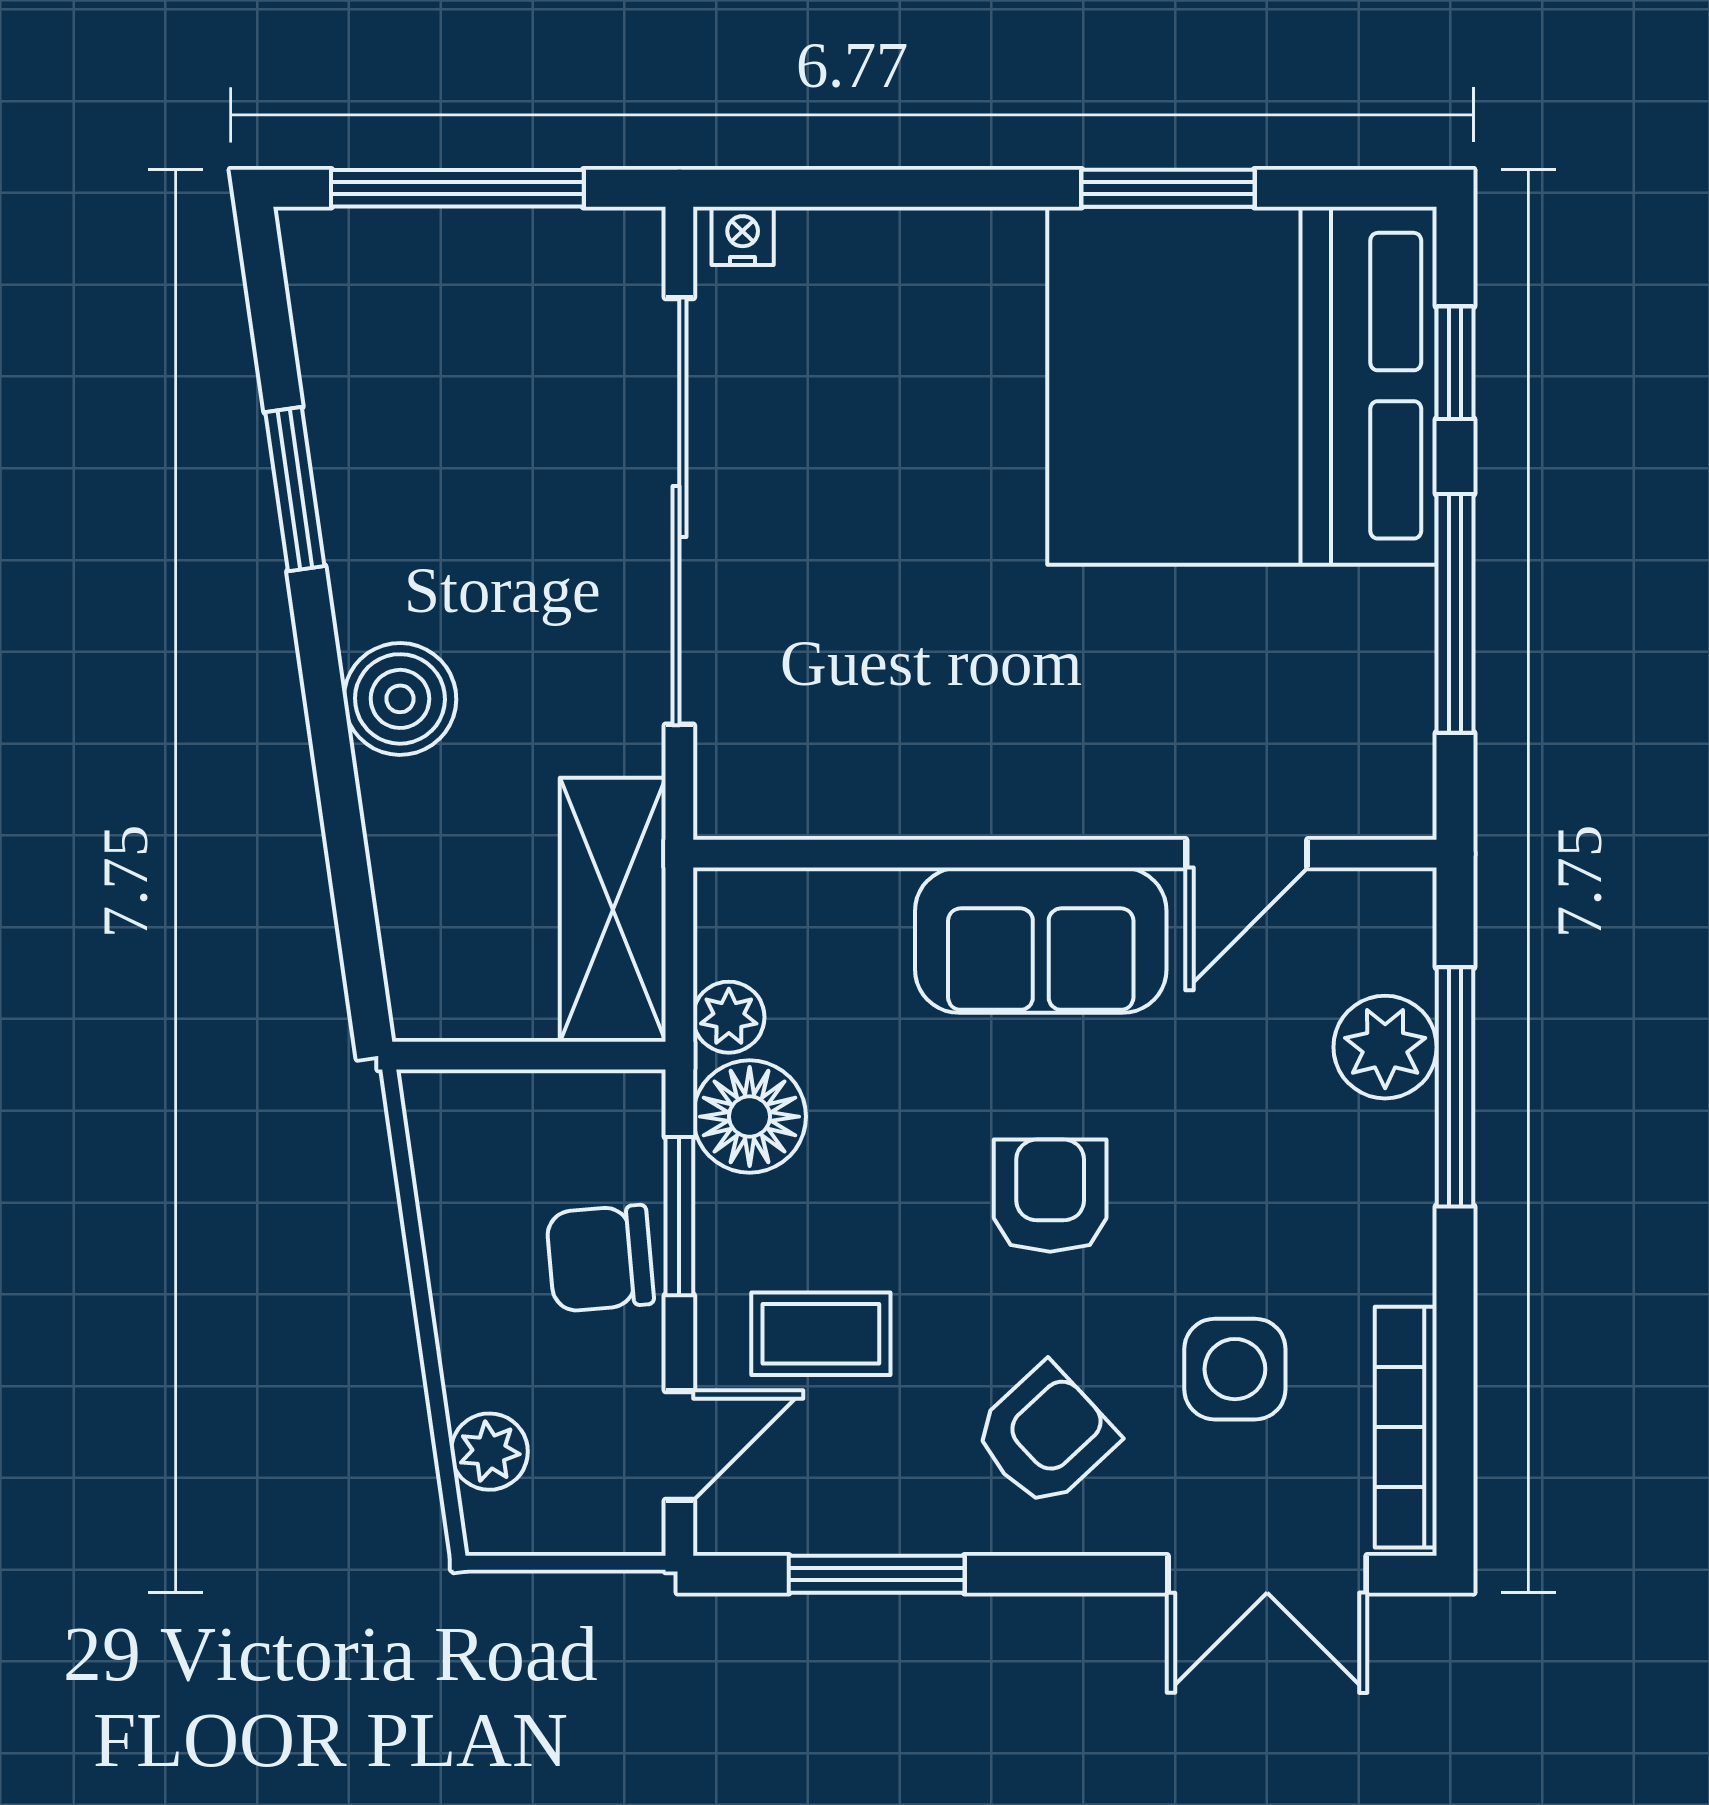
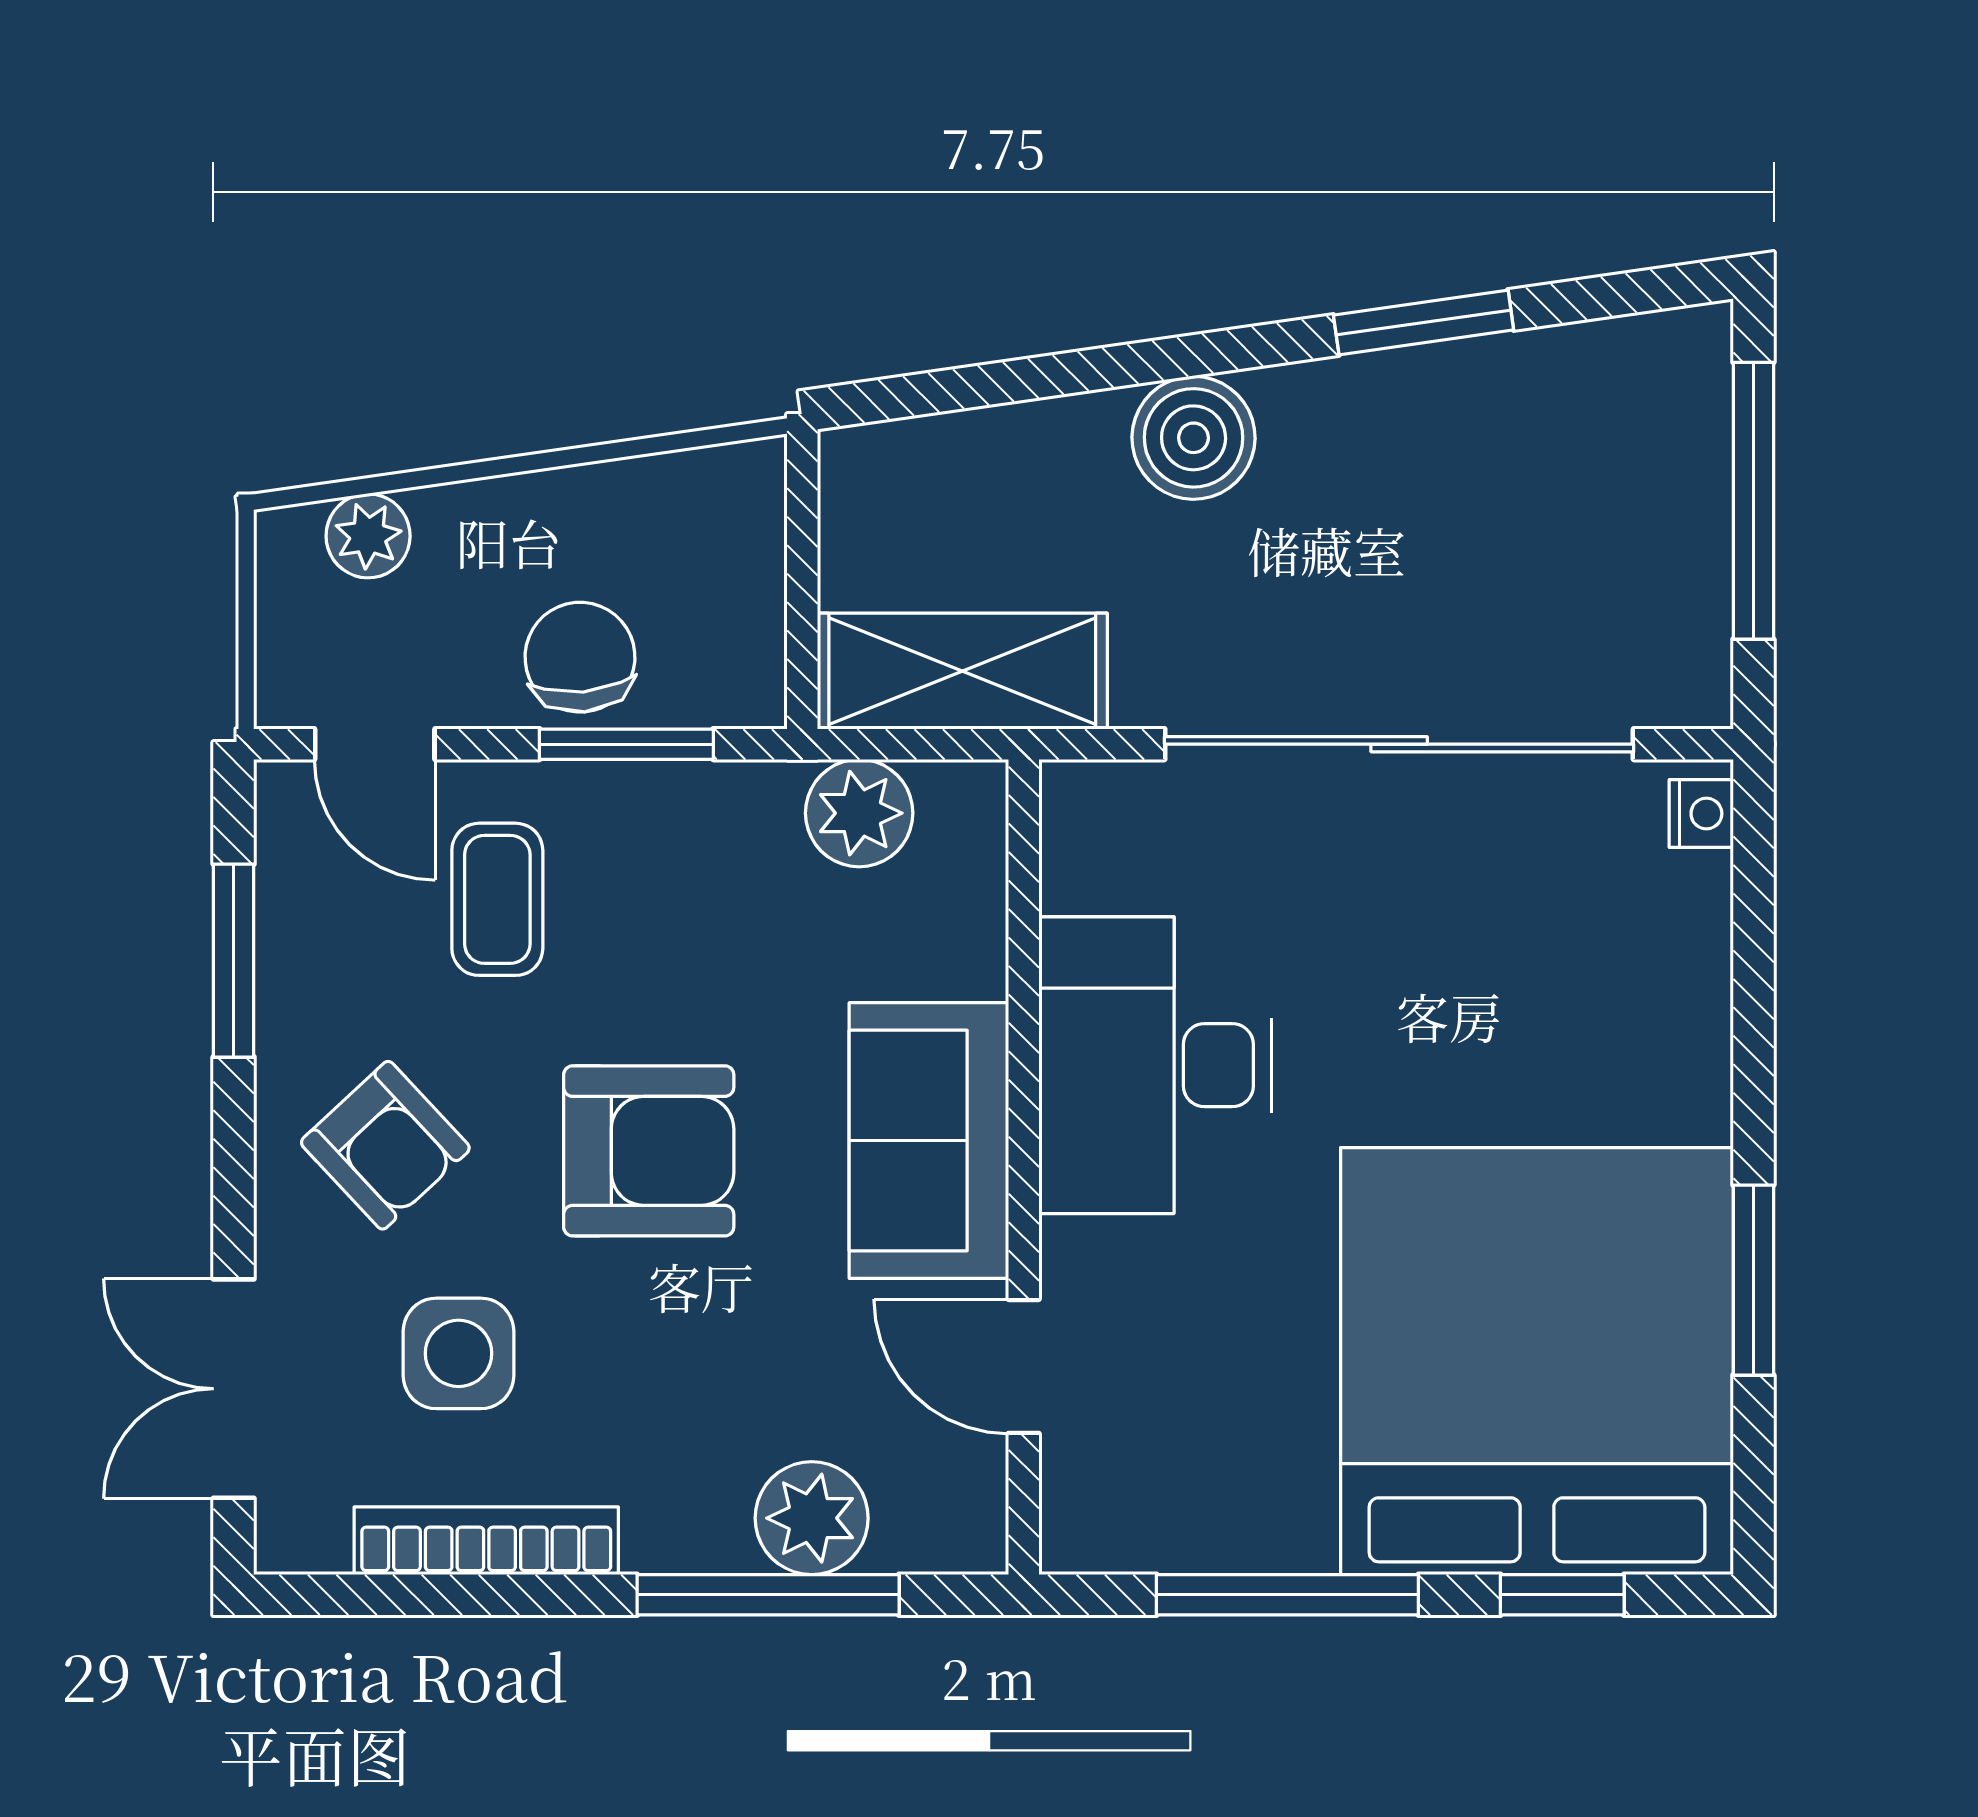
desk: (972, 734) -> (1155, 1065), added
plant: (729, 1017) -> (859, 813), width x1.38, depth x1.38
floor lamp: (750, 1117) -> (736, 821), removed
armchair: (1050, 1196) -> (649, 1151), width x1.38, depth x1.38
bookcase: (1406, 1427) -> (486, 1541), moved

